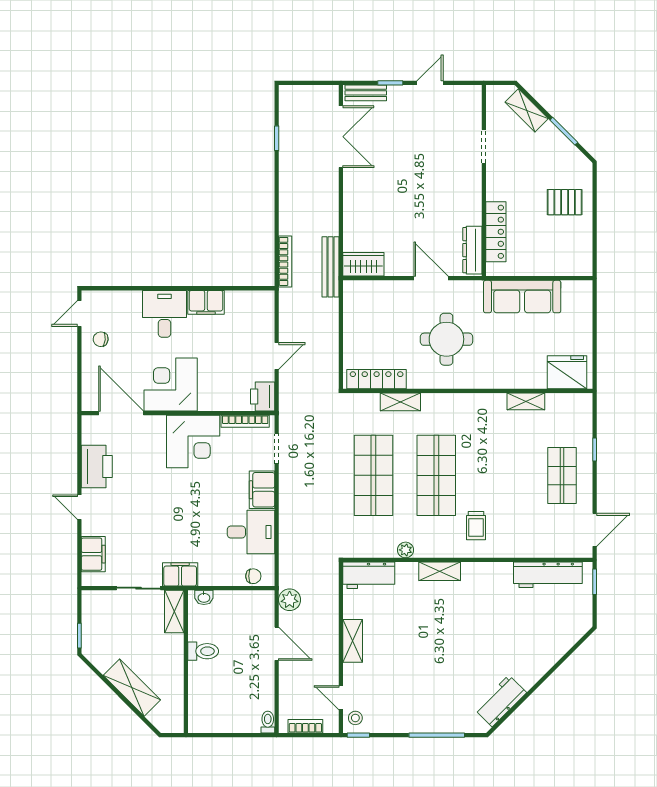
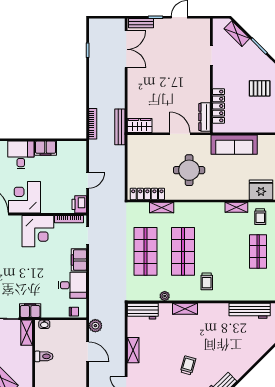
trolley: (566, 417) -> (260, 217), added
trolley: (445, 666) -> (188, 365), added

